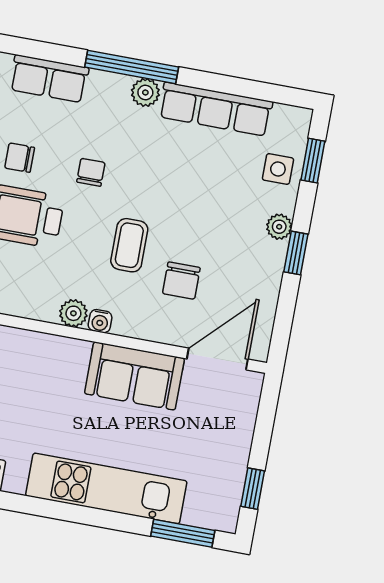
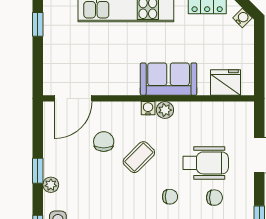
chair: (91, 172) -> (170, 197), turned -90
coffee table: (129, 245) -> (139, 157), turned 45
sofa: (134, 376) -> (169, 79), moved

